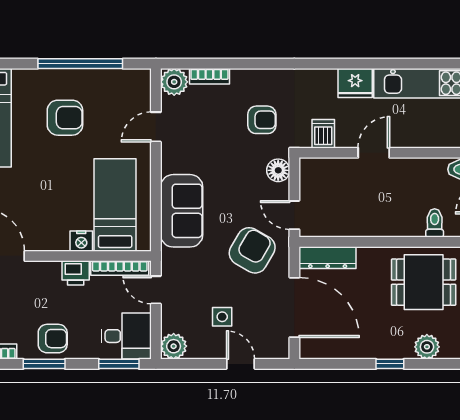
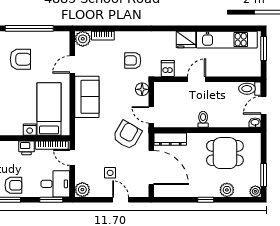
armchair: (262, 120) -> (133, 60), turned 180
sofa: (182, 211) -> (87, 97), moved
toilet: (435, 223) -> (203, 119), moved

